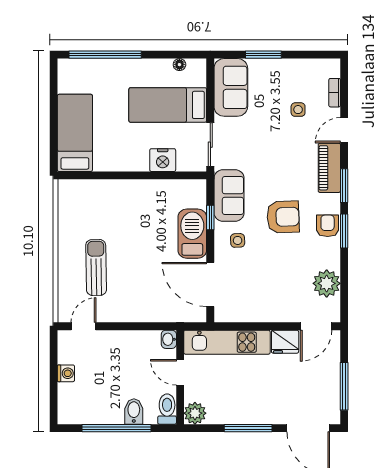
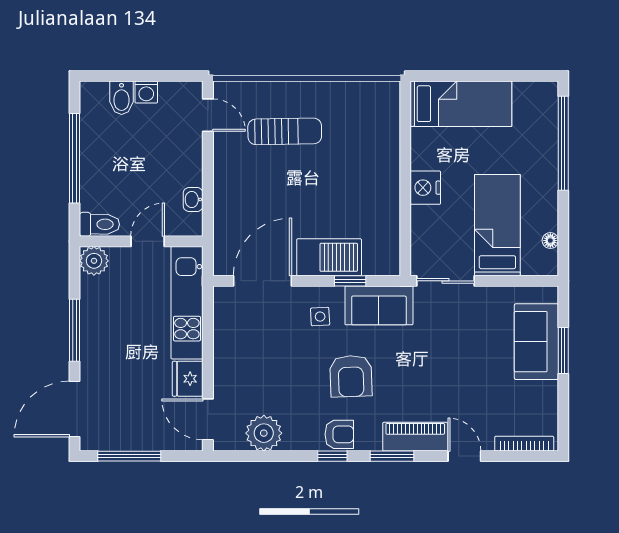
sofa: (231, 87) -> (536, 342), moved, turned 90
bookcase: (335, 93) -> (524, 444), width x1.56
side table: (298, 110) -> (491, 396), removed
nightstand: (163, 160) -> (425, 188), moved
window: (344, 231) -> (332, 456), width x0.67
washbasin: (169, 339) -> (193, 200), moved, turned -90
bidet: (134, 411) -> (122, 98), moved, turned 90

